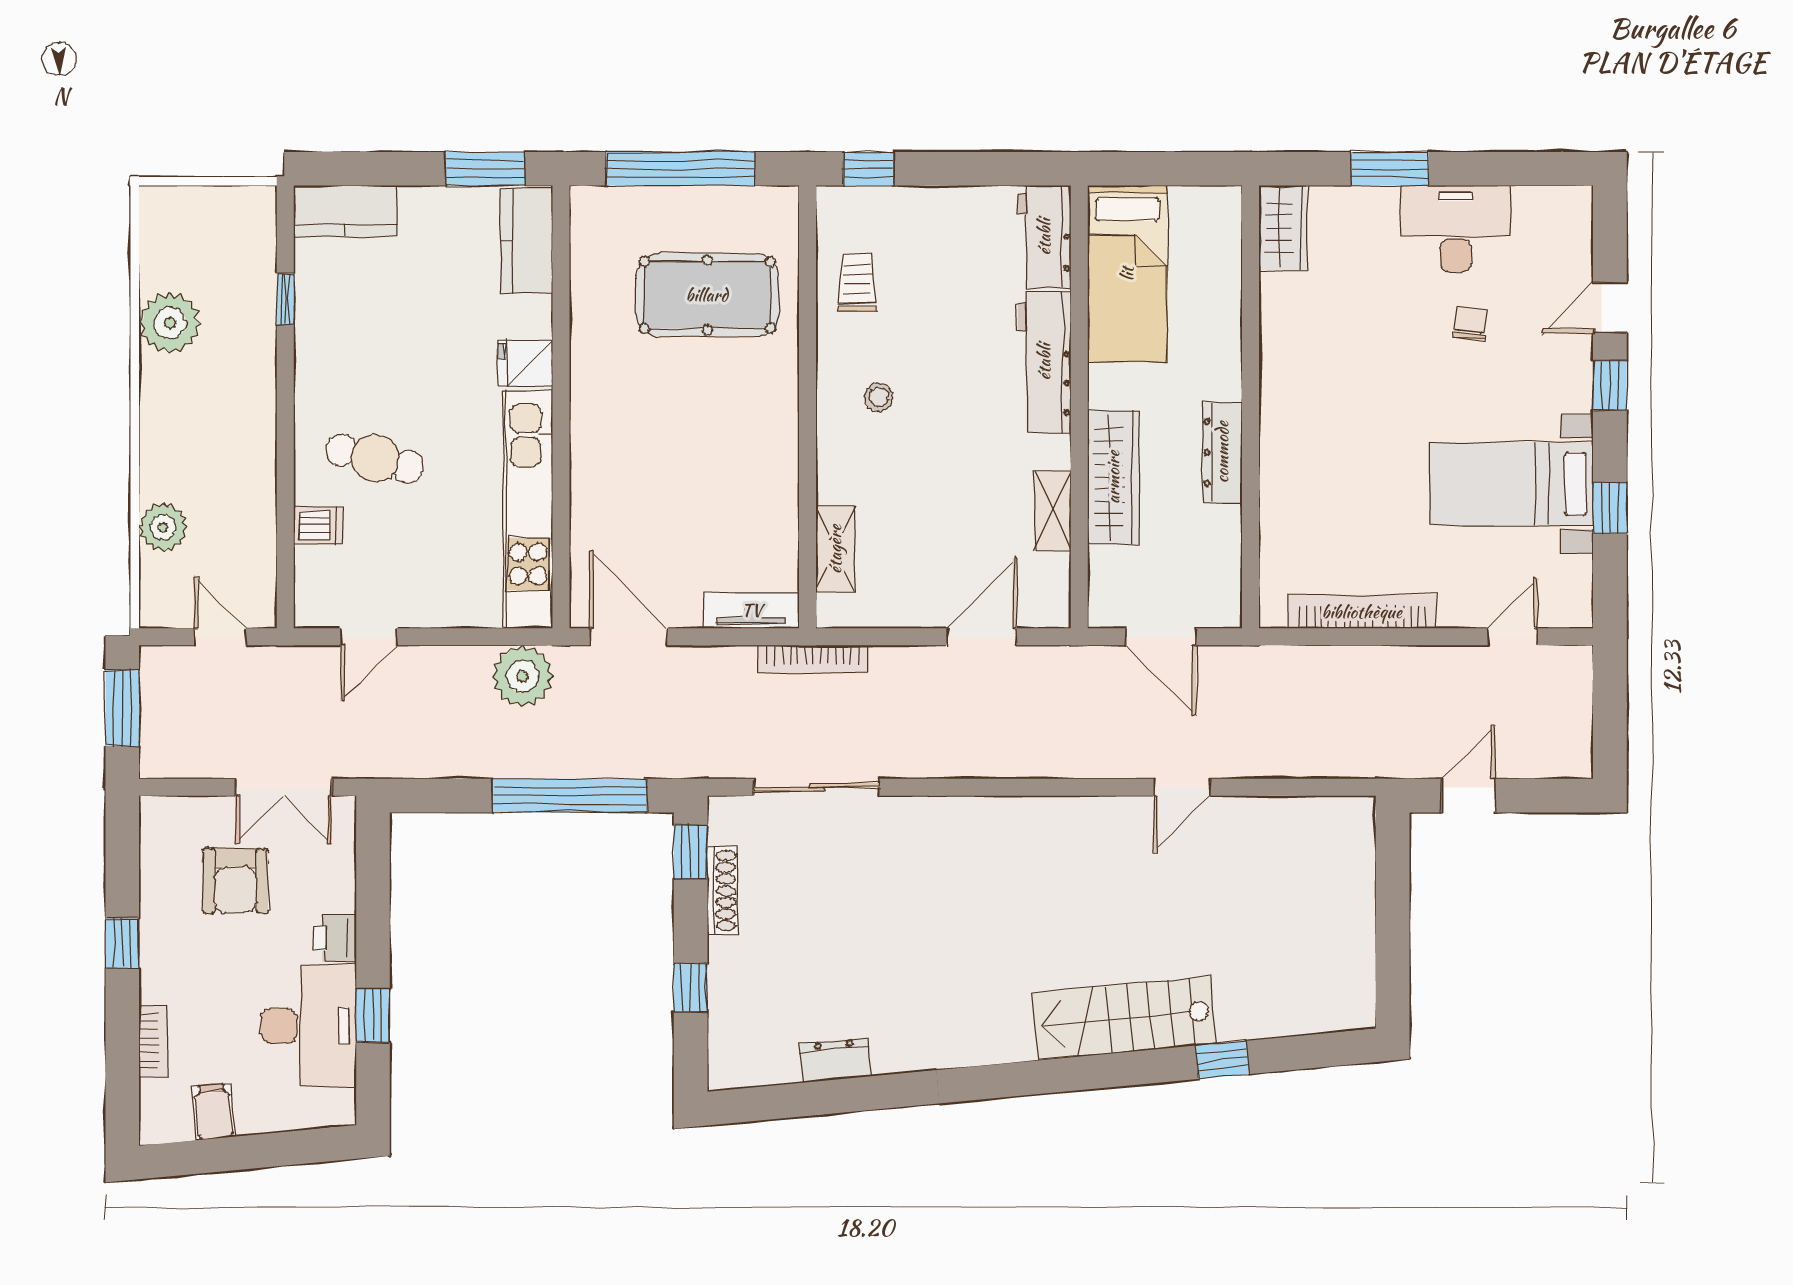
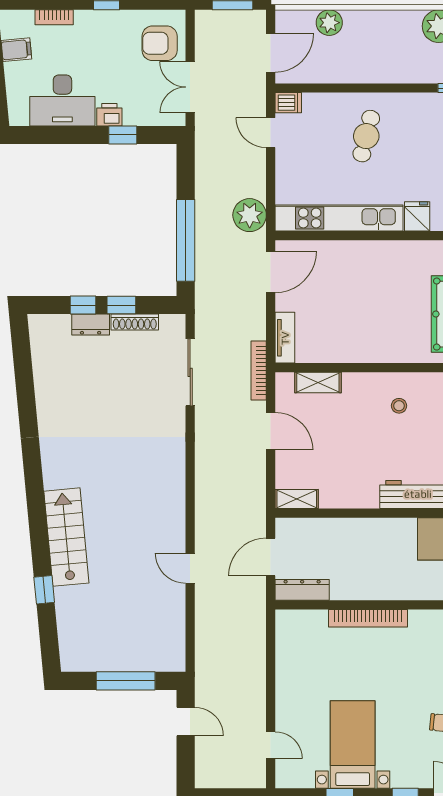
dresser: (1222, 452) -> (302, 590), moved
wardrobe: (1113, 477) -> (356, 531), removed
shelving: (1053, 511) -> (297, 499), moved
dishwasher: (318, 526) -> (288, 103), moved, turned -90
bookcase: (1362, 612) -> (368, 618), moved, turned 90
door: (220, 637) -> (271, 53), width x1.38
door: (982, 637) -> (271, 431), moved
window: (691, 852) -> (121, 305), moved
armchair: (235, 881) -> (160, 43), moved
window: (1393, 908) -> (126, 681), added
window: (373, 1016) -> (123, 135), moved
dresser: (835, 1060) -> (91, 325), moved, turned 95

